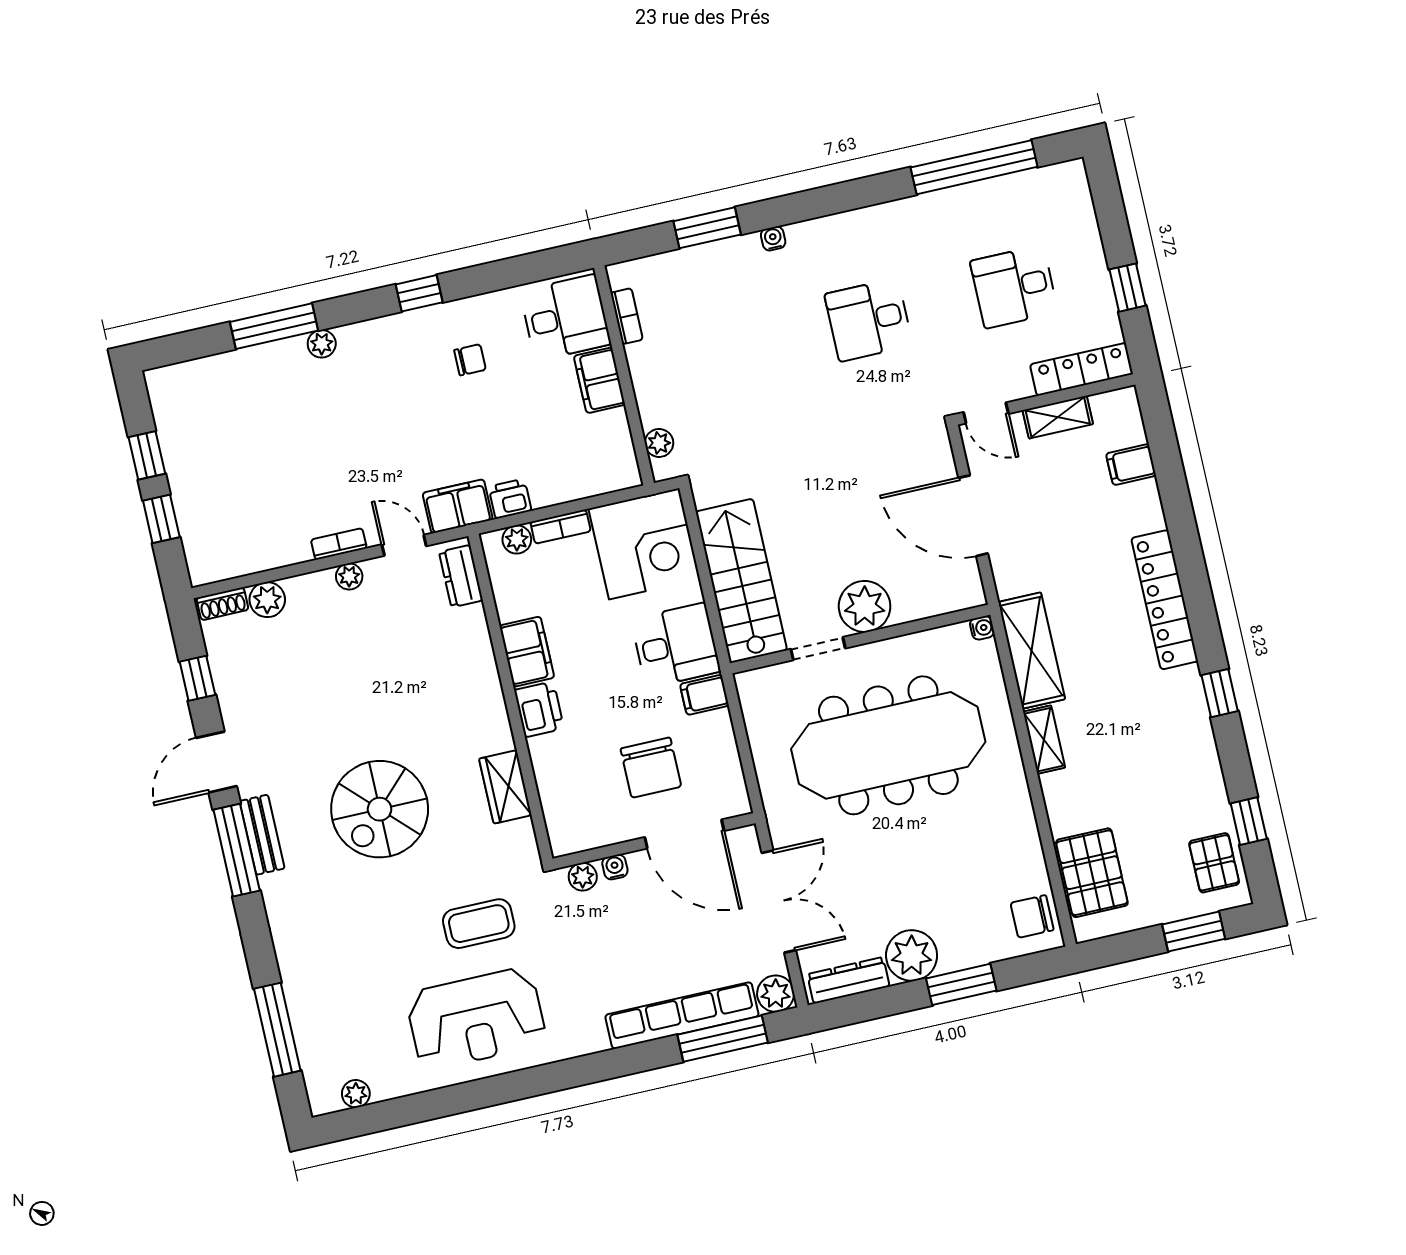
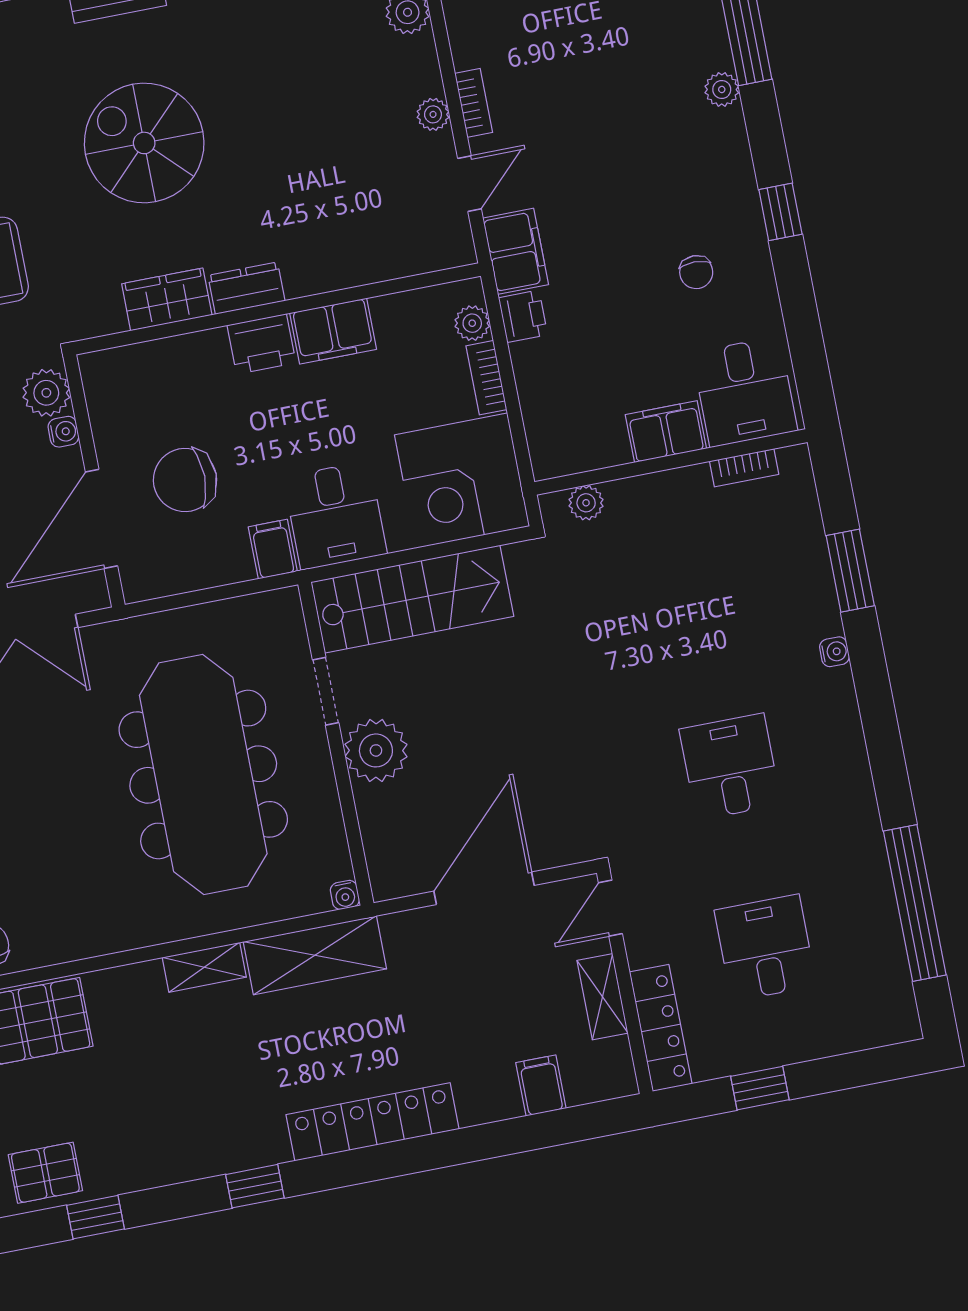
dresser: (461, 576) -> (246, 288), moved
plant: (583, 877) -> (46, 393), width x1.38, depth x1.38

